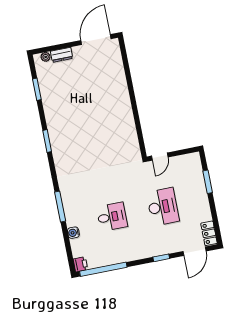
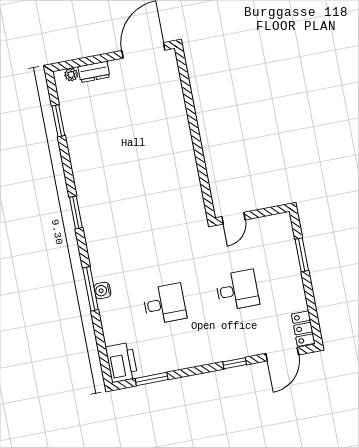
window: (47, 141) -> (76, 212), moved
desk: (163, 207) -> (237, 290), width x0.73
water cooler: (73, 233) -> (102, 290), moved
printer: (80, 264) -> (122, 362), width x1.87, depth x1.48
window: (103, 269) -> (152, 379), width x0.47

